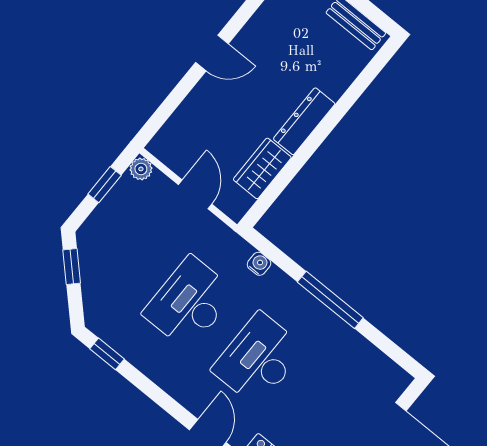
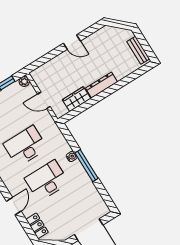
door: (195, 194) -> (44, 100), swing flipped
water cooler: (259, 264) -> (72, 156), moved

